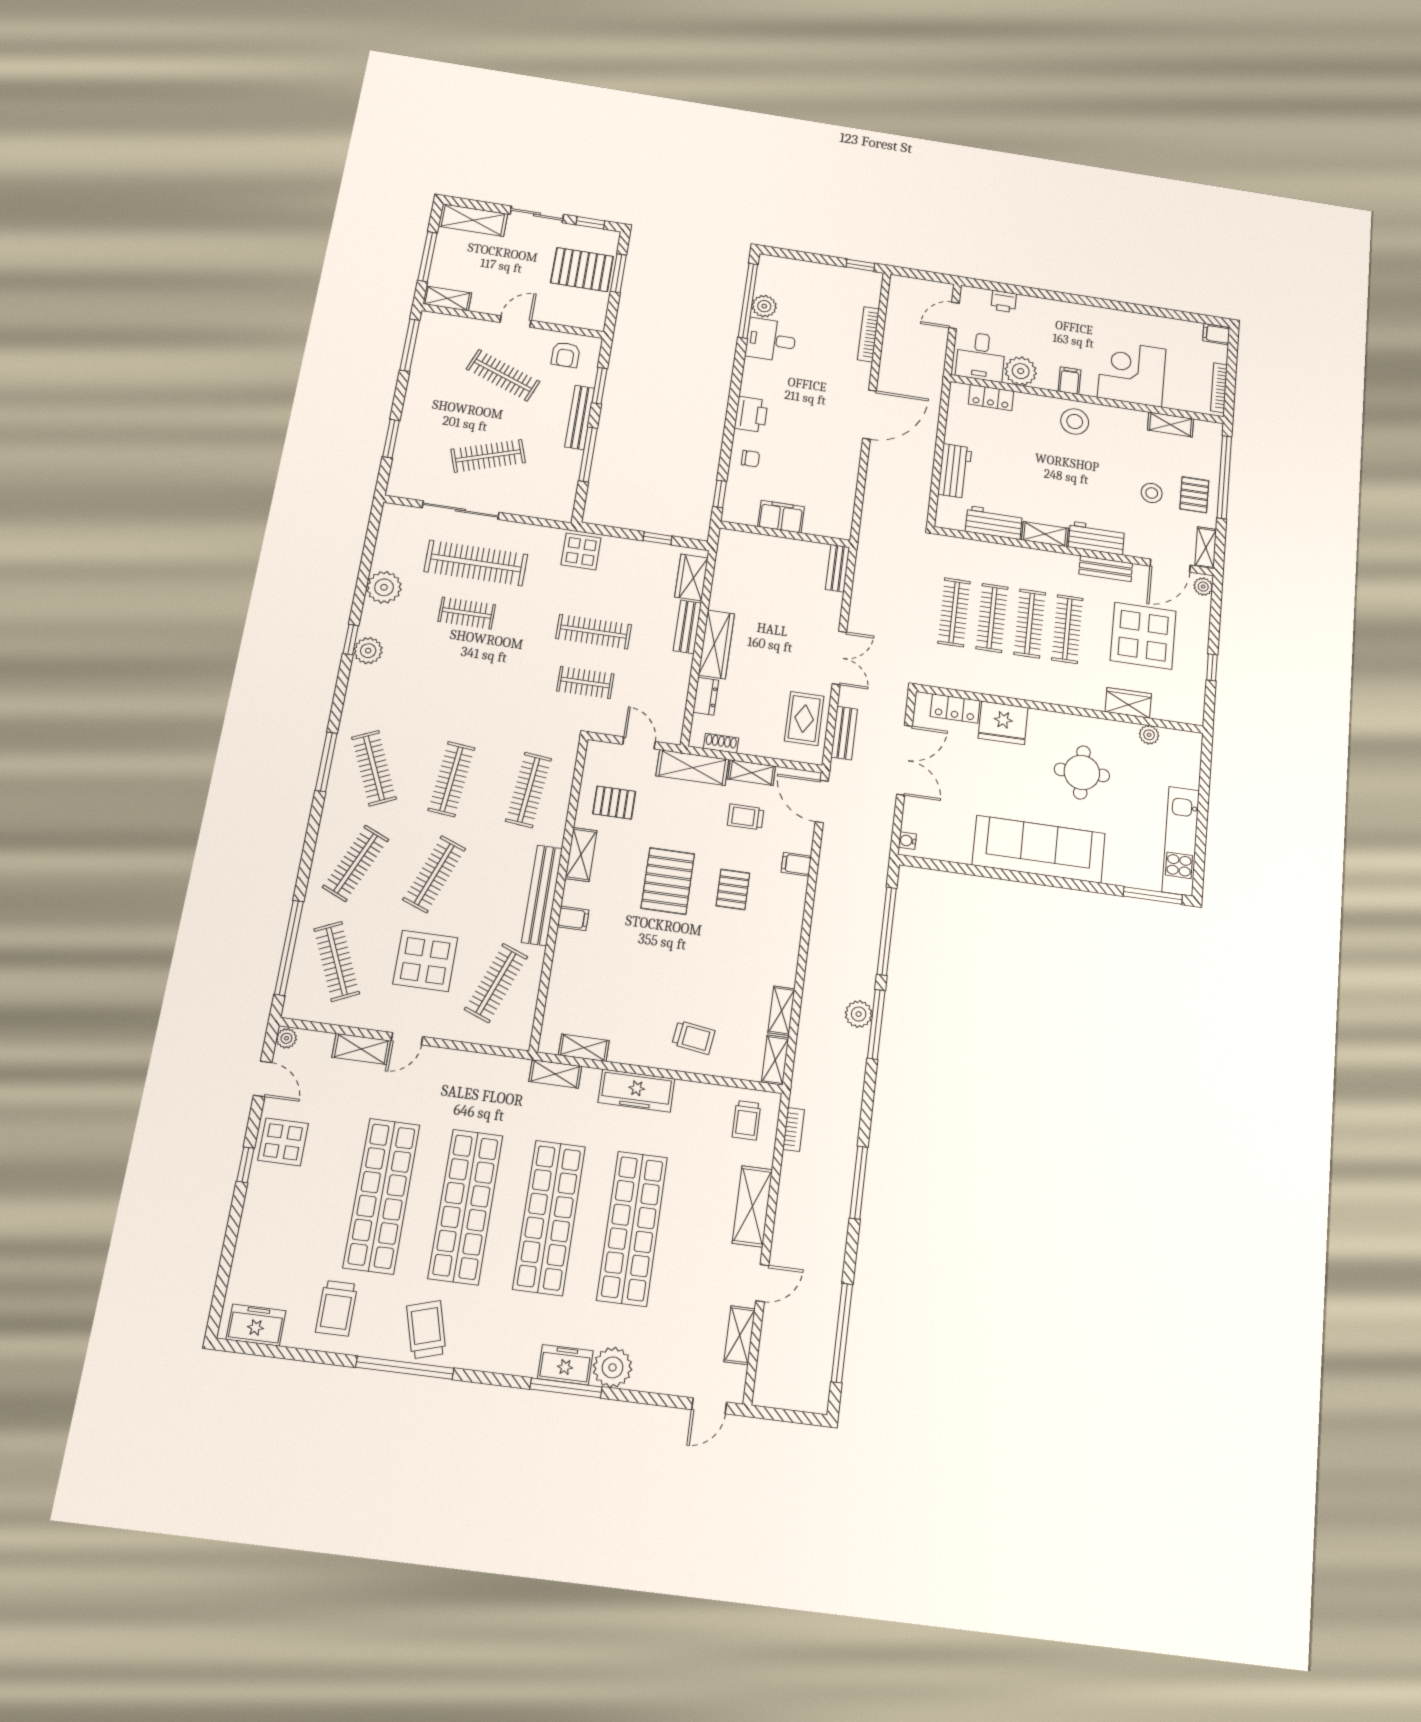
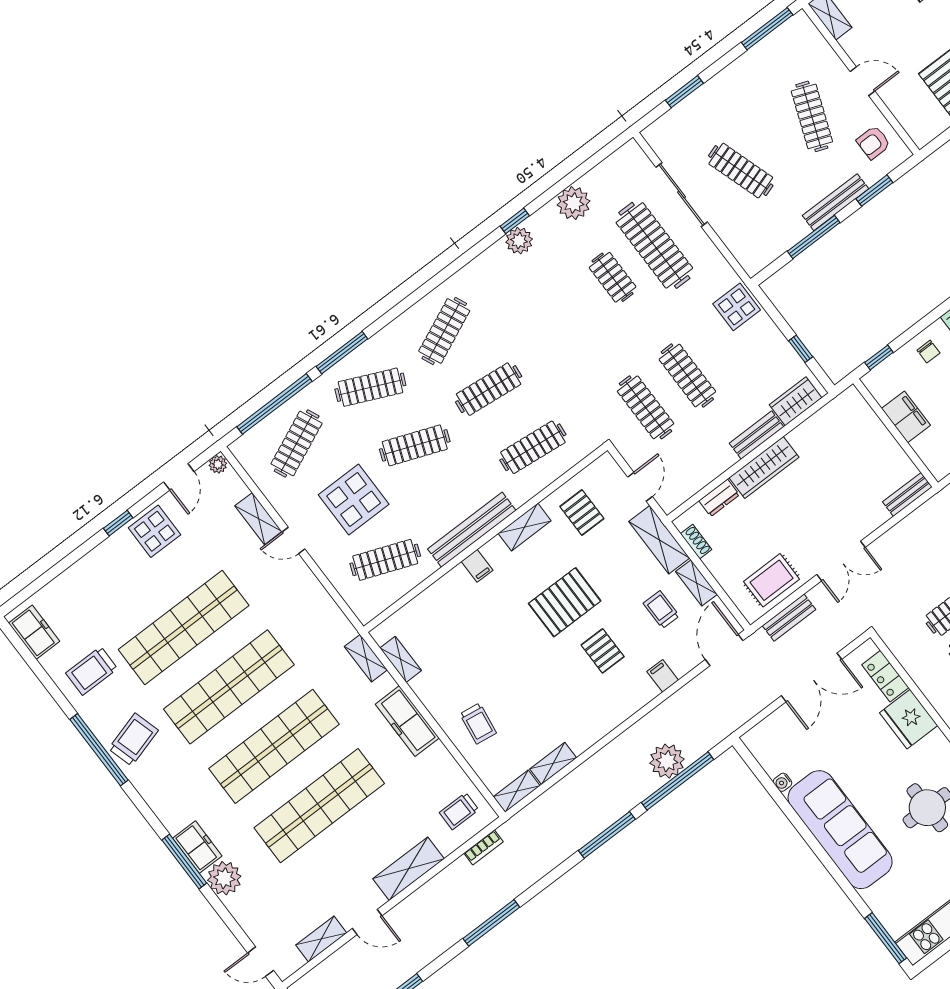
clothes rail: (585, 682) -> (646, 407), width x1.36
window: (326, 762) -> (342, 353), moved
water cooler: (907, 841) -> (783, 782), moved, turned -90
pallet: (733, 889) -> (603, 651), turned 90
plant: (859, 1014) -> (667, 761), moved, width x1.36, depth x1.36

